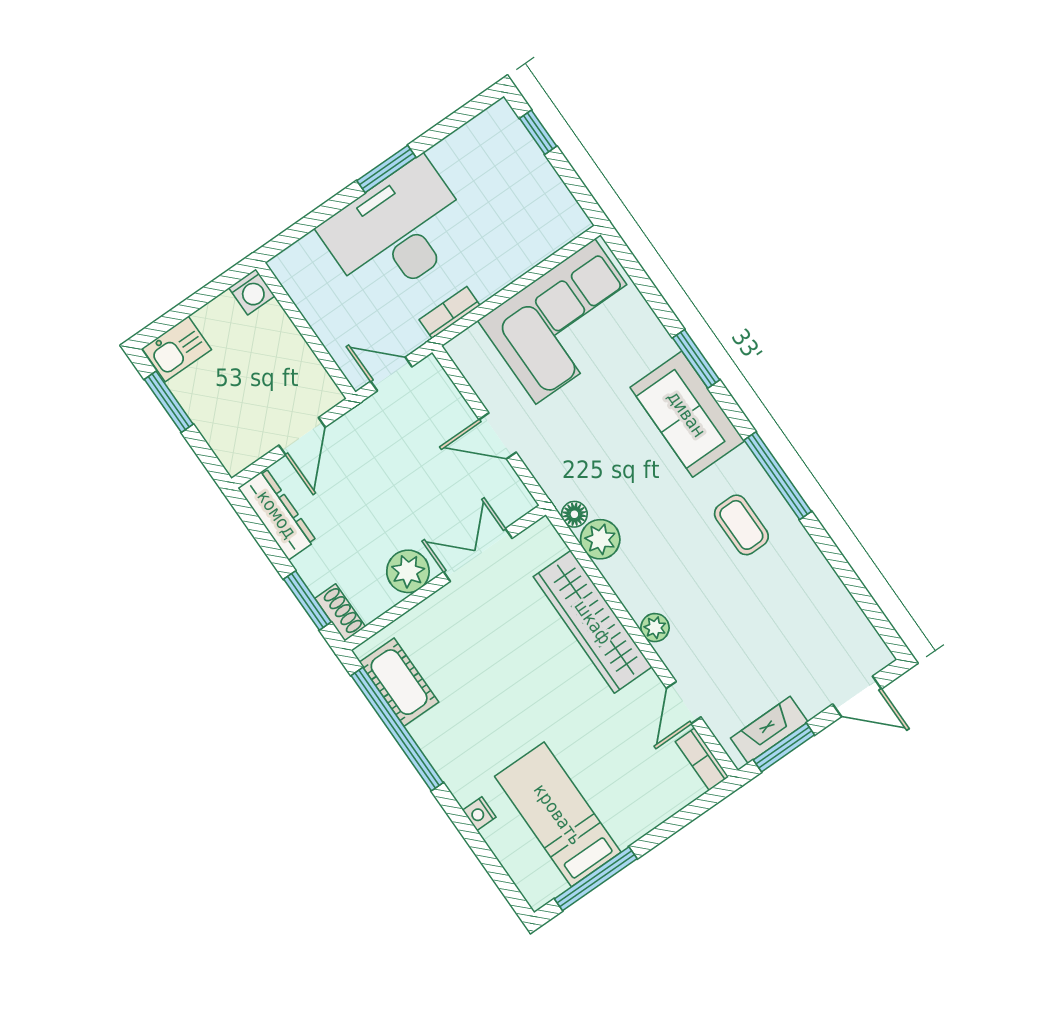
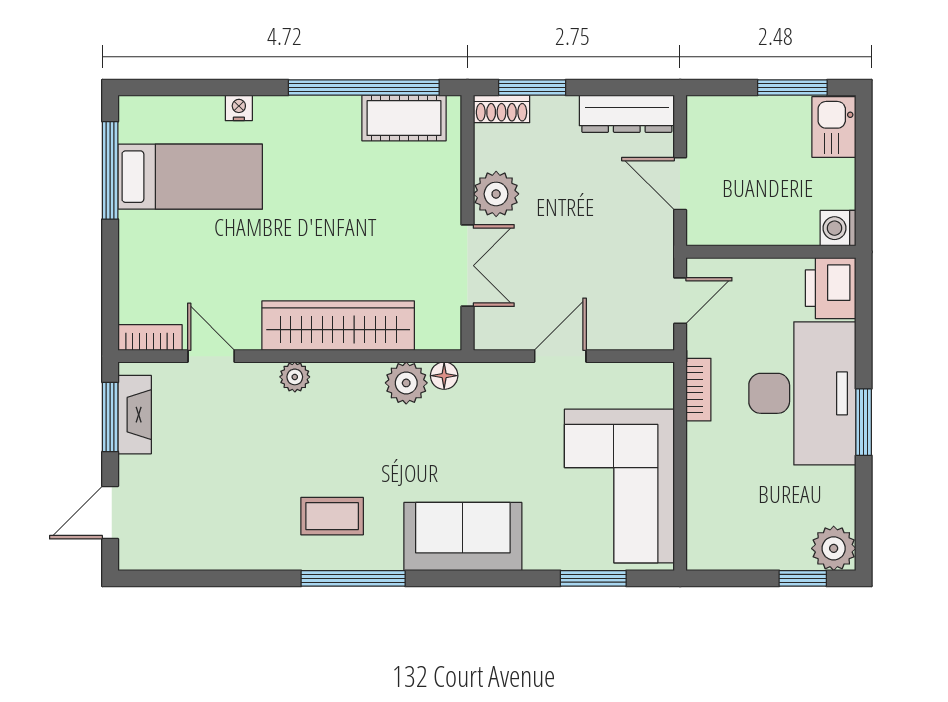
plant: (499, 125) -> (834, 548), added
printer: (302, 266) -> (831, 288), added
window: (696, 359) -> (593, 578), moved

